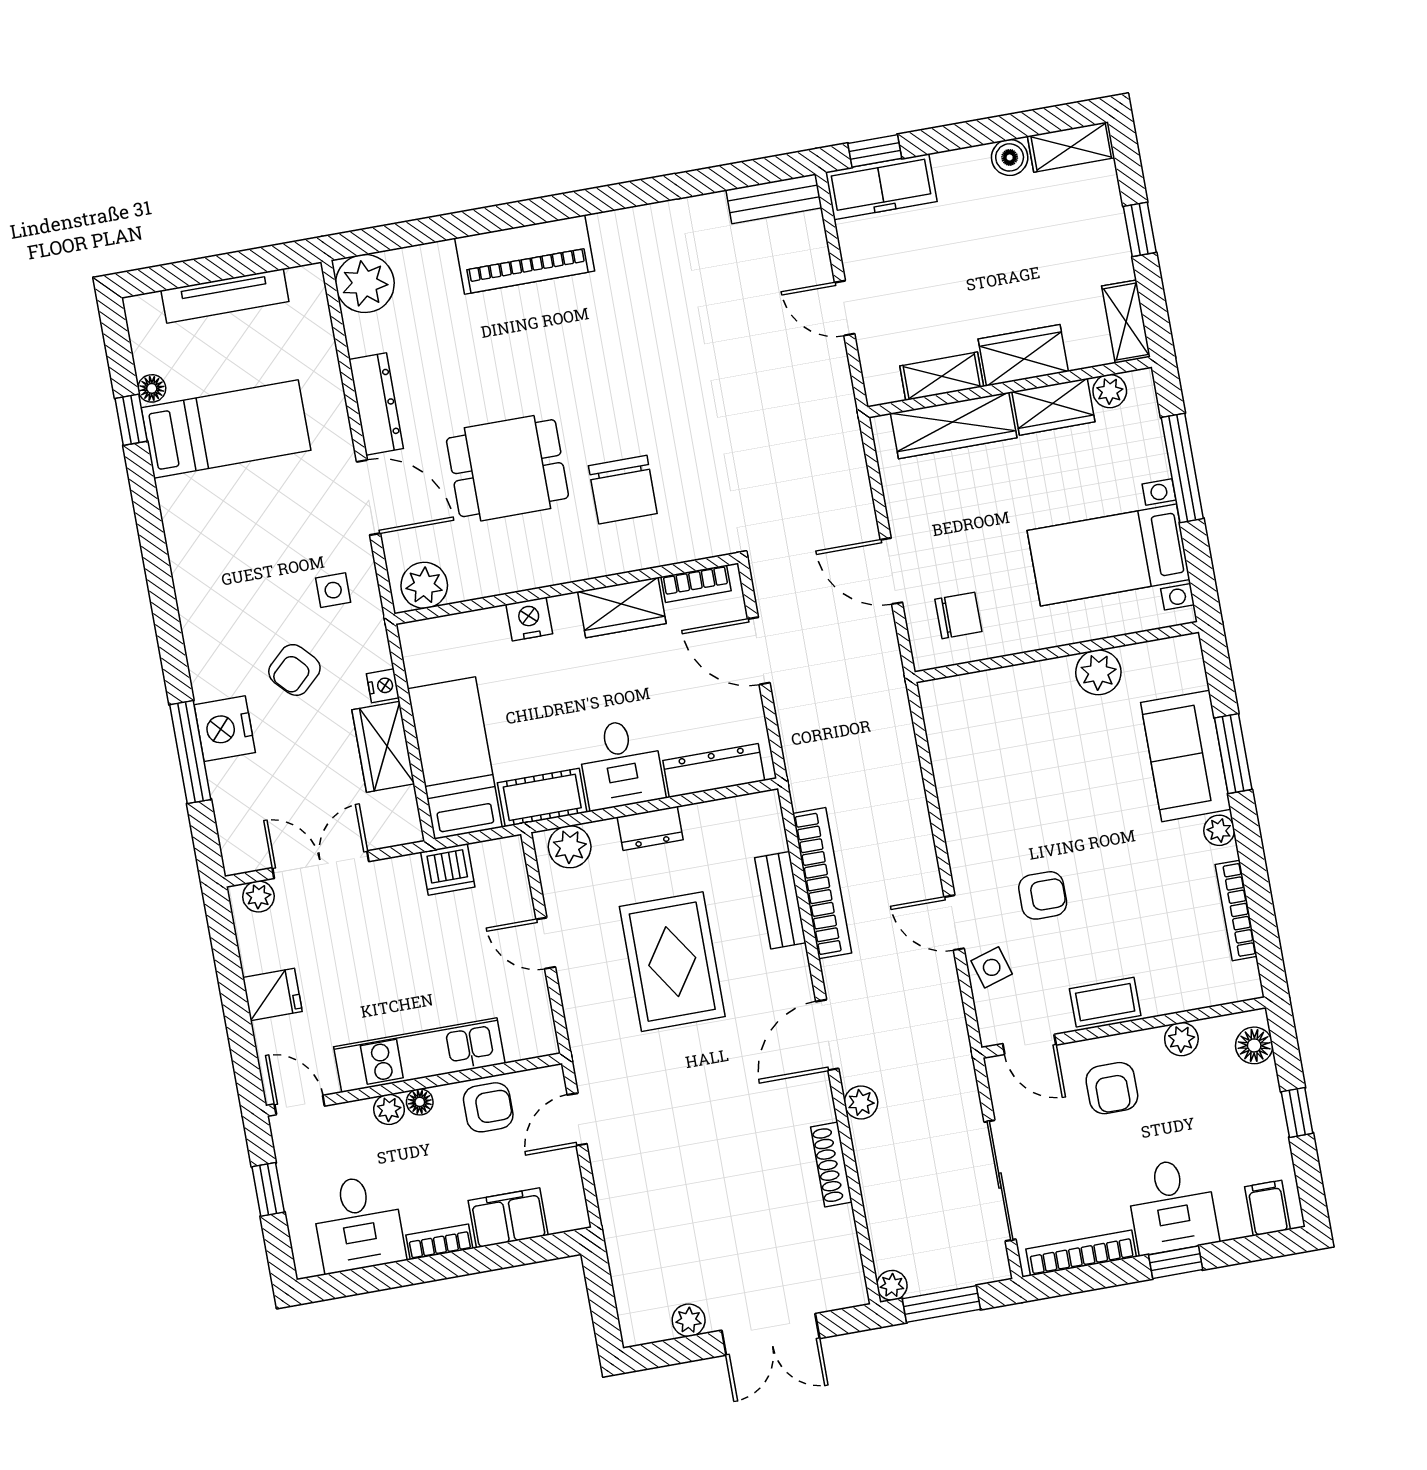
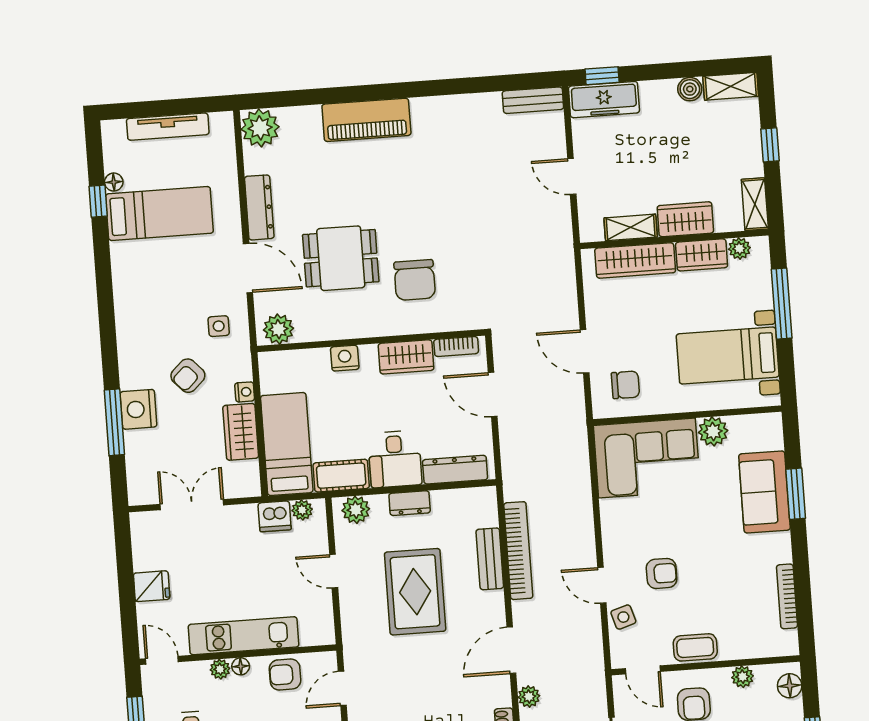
corner sofa: (1002, 723) -> (647, 458), added
plant: (1219, 830) -> (781, 543), removed
plant: (258, 897) -> (302, 510), moved
armchair: (488, 1107) -> (285, 674), turned 180

